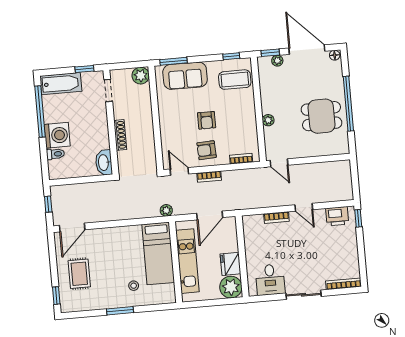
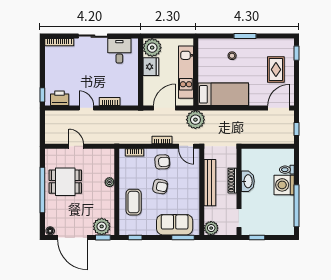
plant: (277, 61) -> (102, 226), width x1.88, depth x1.88
coffee table: (235, 80) -> (134, 202), moved, turned 90
bathtub: (61, 84) -> (277, 227), removed
armchair: (207, 120) -> (160, 187), turned 101
bench: (147, 130) -> (210, 183), added
washbasin: (104, 163) -> (248, 181), moved
door: (279, 163) -> (76, 146), moved
plant: (166, 210) -> (195, 120), width x1.88, depth x1.88
bed: (158, 253) -> (223, 94), moved, turned 90

